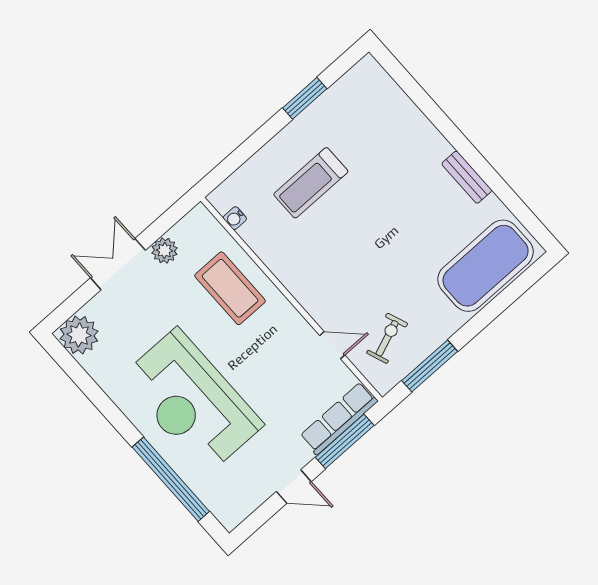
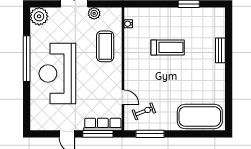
bench: (467, 177) -> (220, 50), moved
treadmill: (311, 183) -> (168, 47), moved, turned 180
window: (171, 479) -> (27, 59), moved

